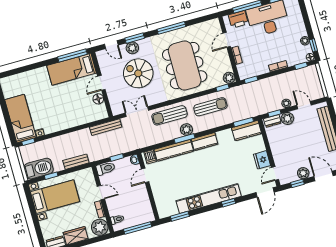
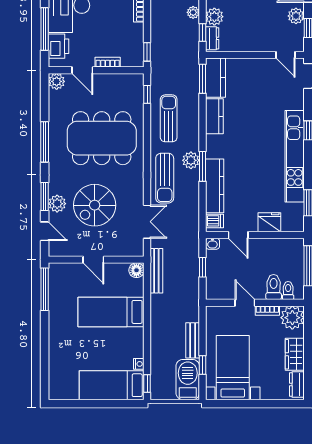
door: (111, 45) -> (45, 231), hinge flipped
bed: (72, 69) -> (111, 312), moved, turned 90
plant: (229, 78) -> (57, 81), moved
floor lamp: (98, 99) -> (136, 270), moved
double door: (137, 112) -> (147, 222), swing flipped
kitchen counter: (205, 142) -> (214, 116), moved
fridge: (262, 160) -> (269, 222), moved, turned 180
bench: (76, 162) -> (193, 340), moved
toilet: (106, 168) -> (274, 287), moved
door: (101, 193) -> (245, 303), hinge flipped

